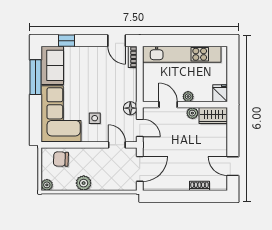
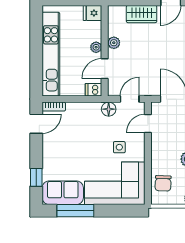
dishwasher: (148, 94) -> (93, 90), added
wardrobe: (213, 115) -> (142, 14), moved, turned 90

